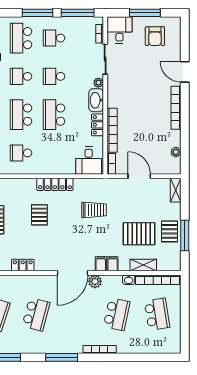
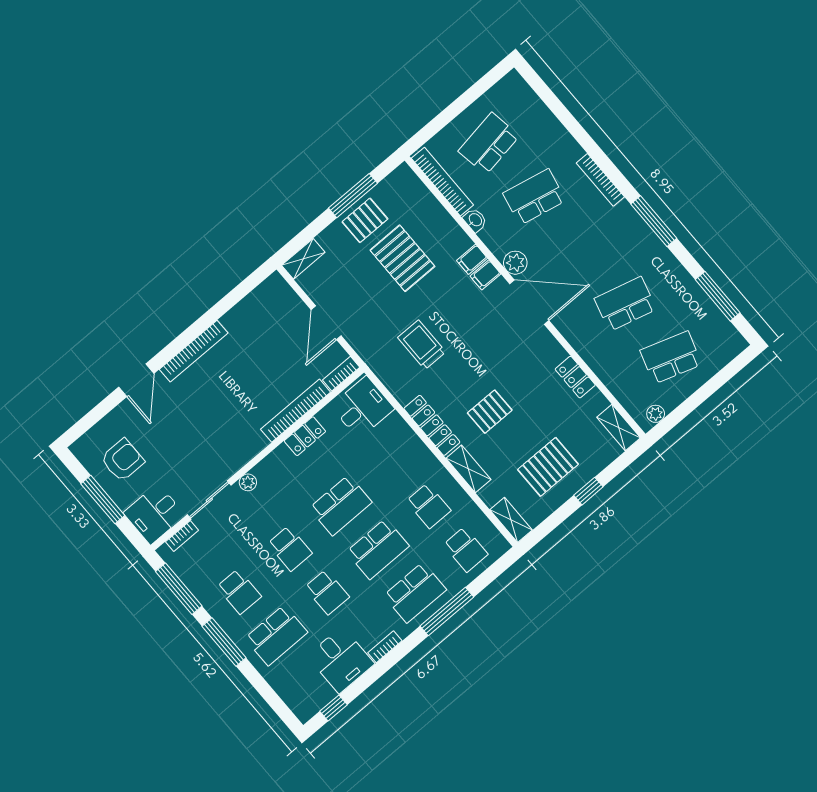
washbasin: (96, 100) -> (274, 466), removed
plant: (176, 152) -> (252, 302), removed
shelving: (143, 265) -> (468, 469), moved

